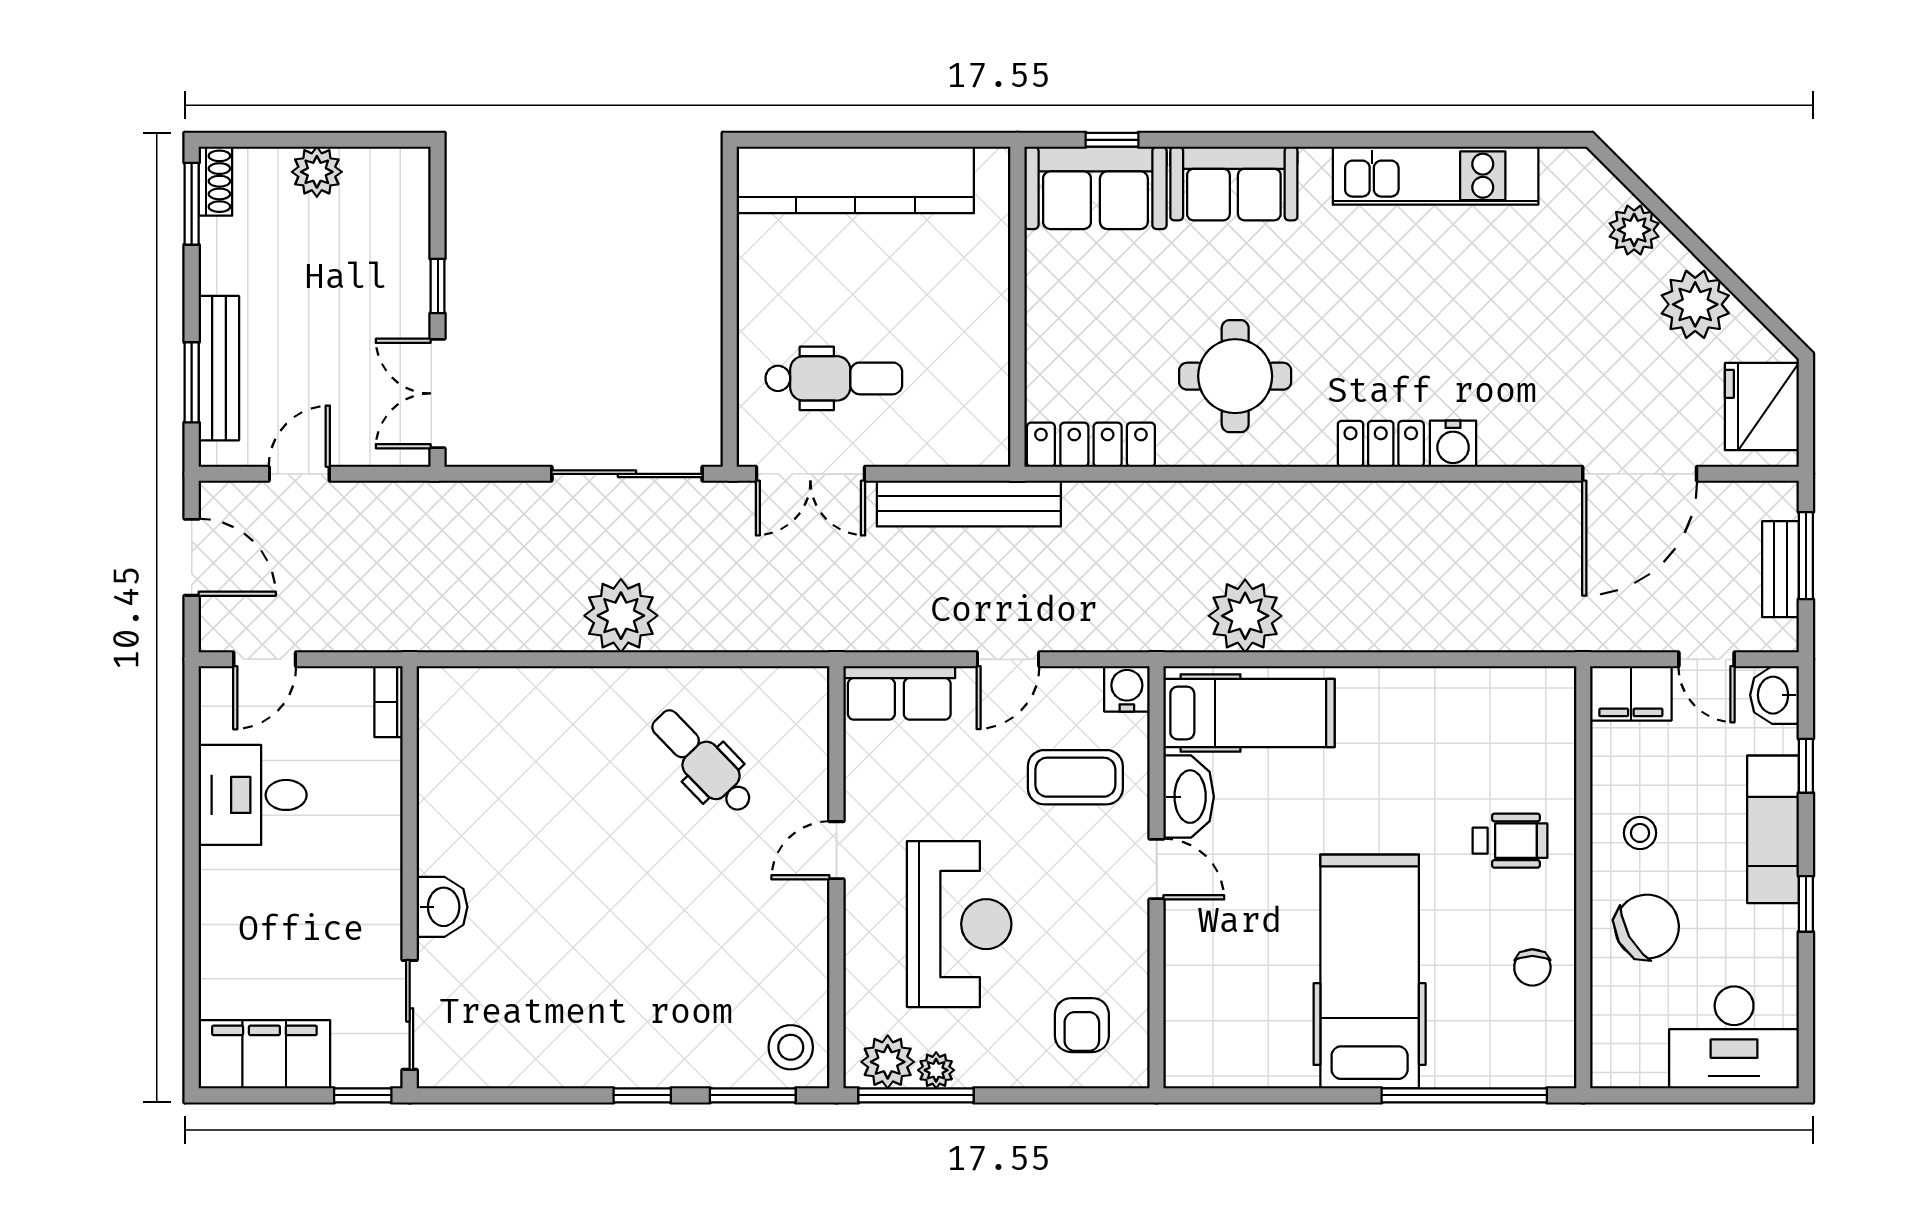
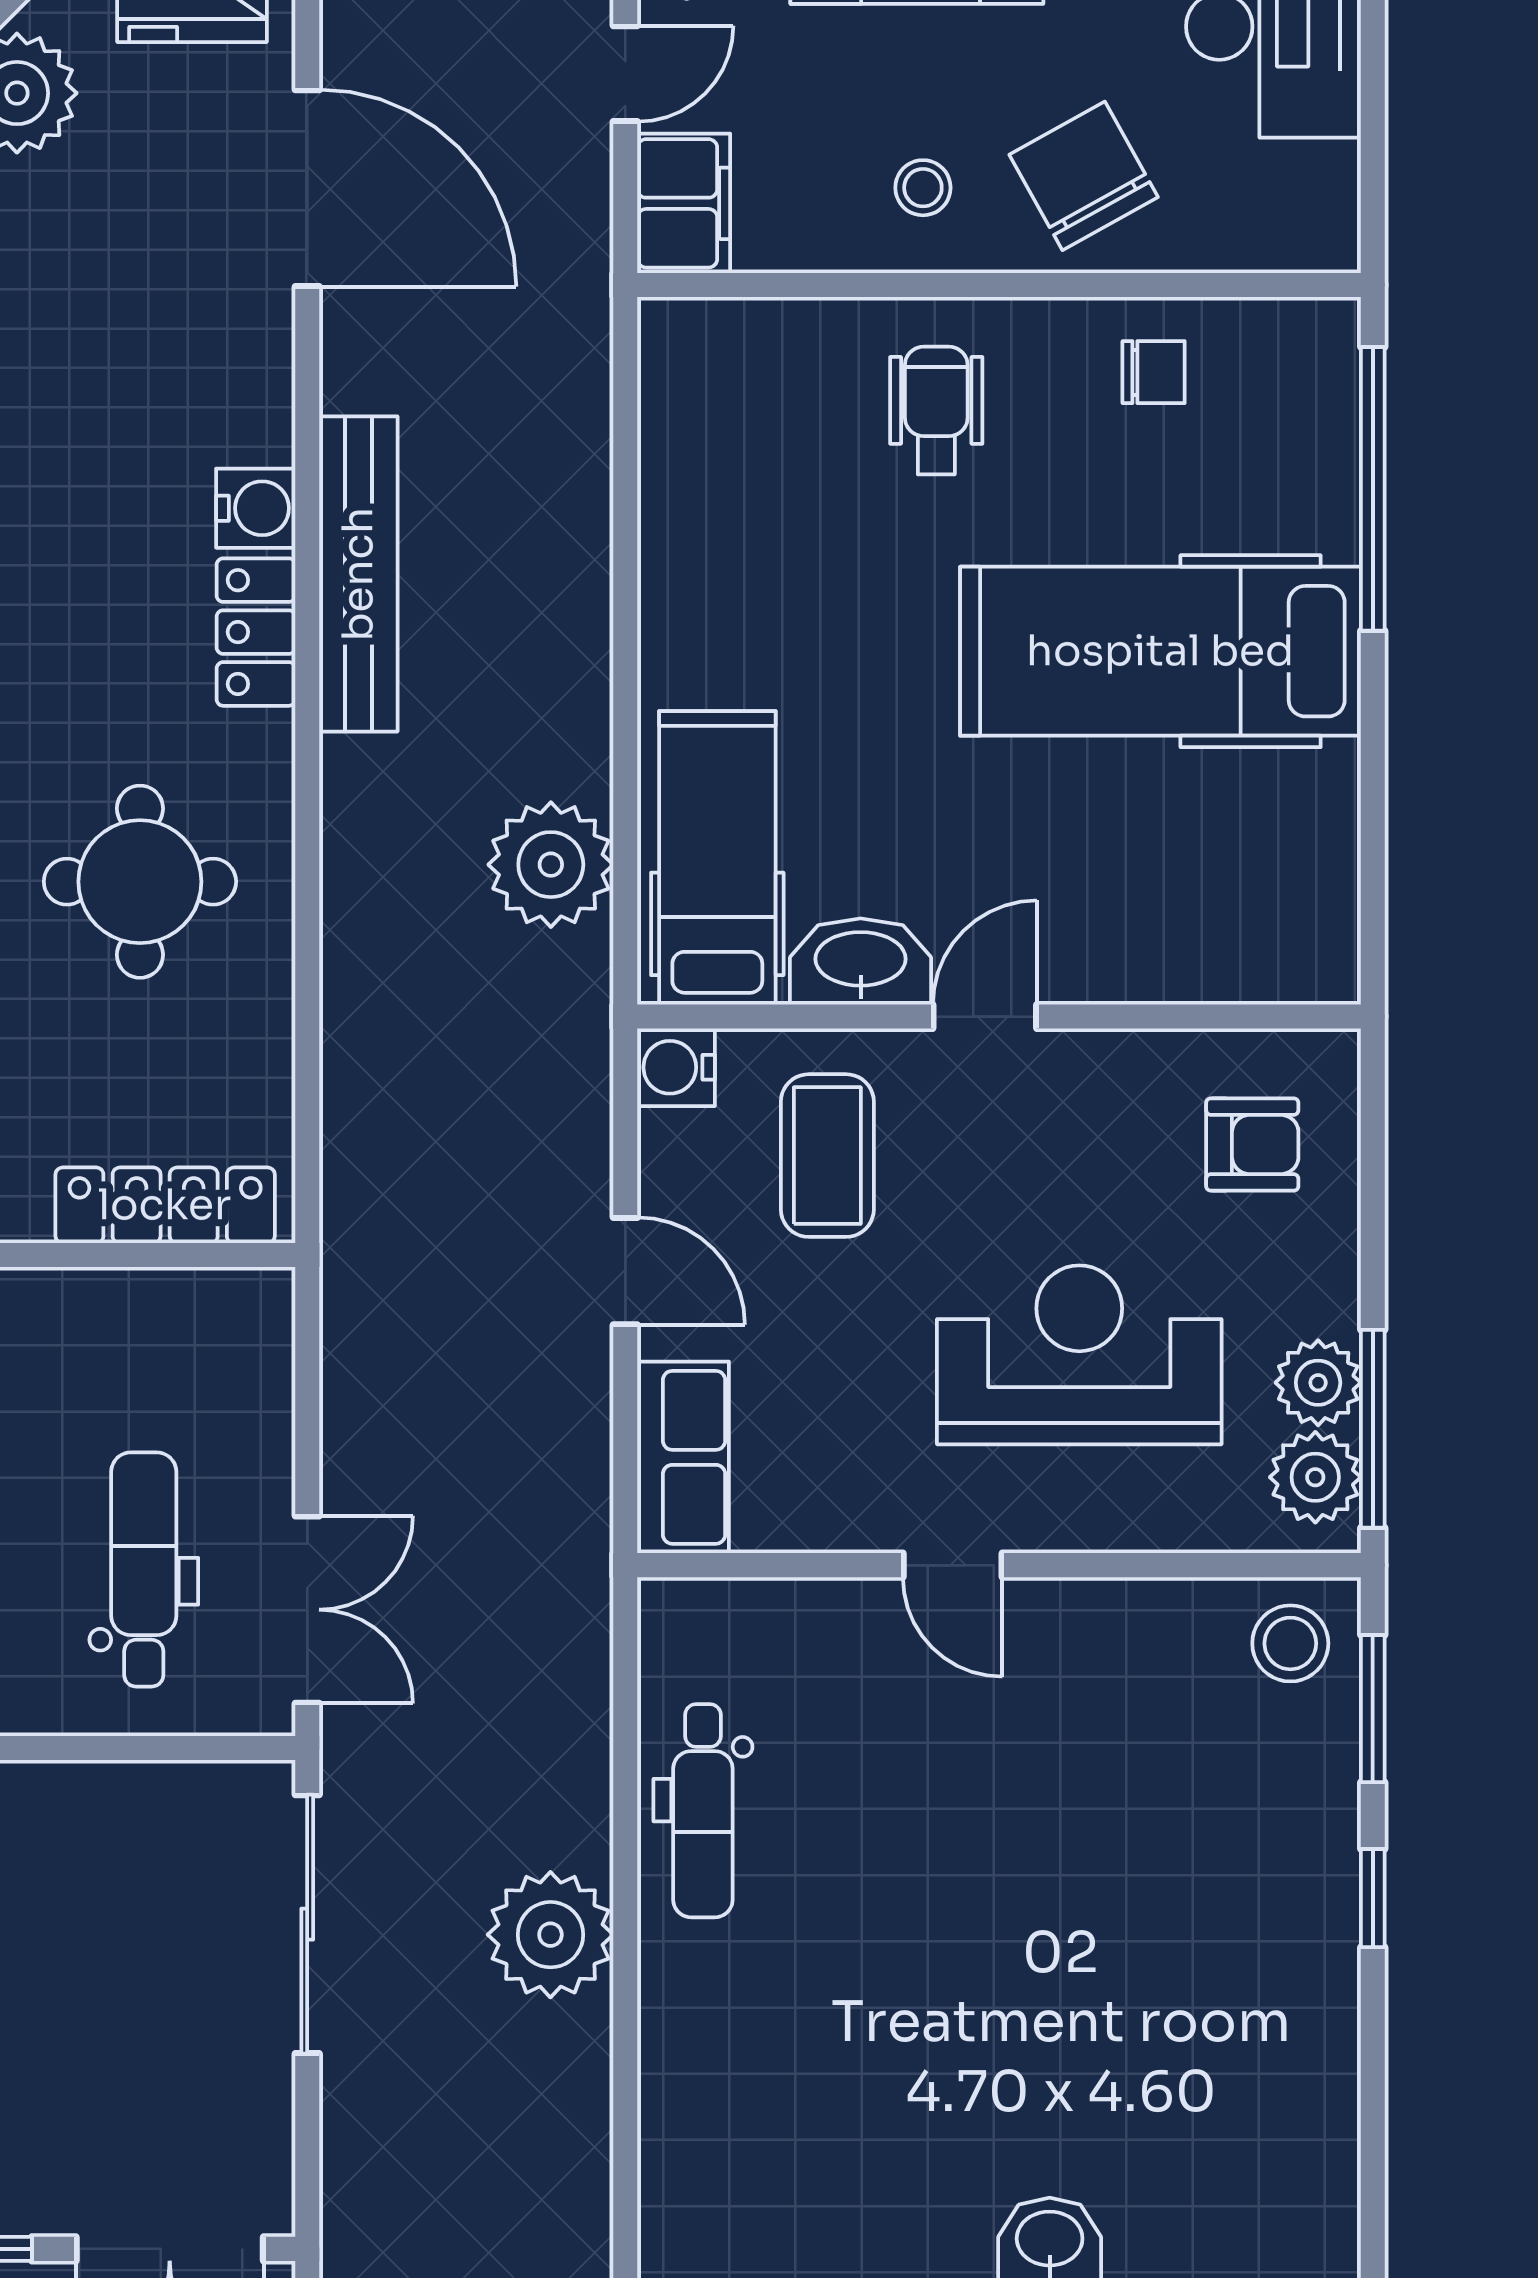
locker: (1091, 445) -> (165, 1205), moved, turned 90
bench: (969, 504) -> (358, 574), moved
dental chair: (702, 761) -> (703, 1811), moved, turned -46
plant: (936, 1070) -> (1318, 1383), width x1.38, depth x1.38

